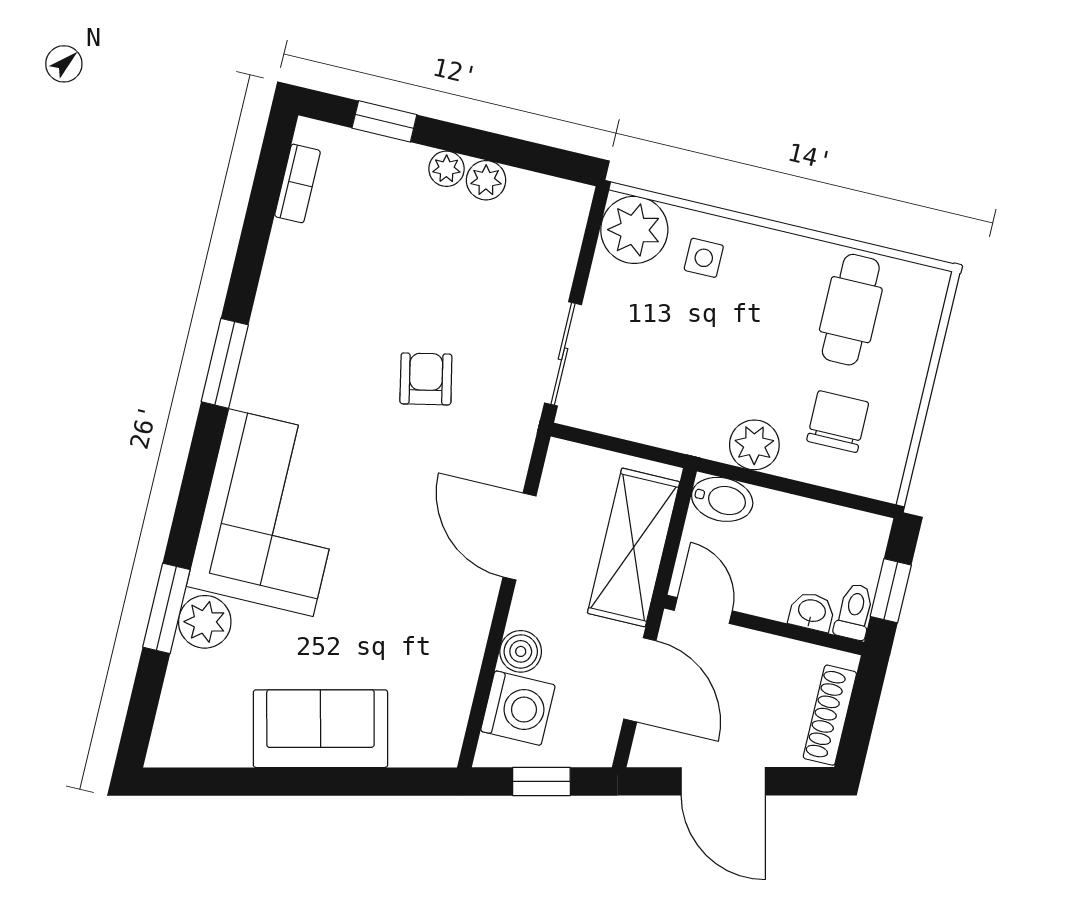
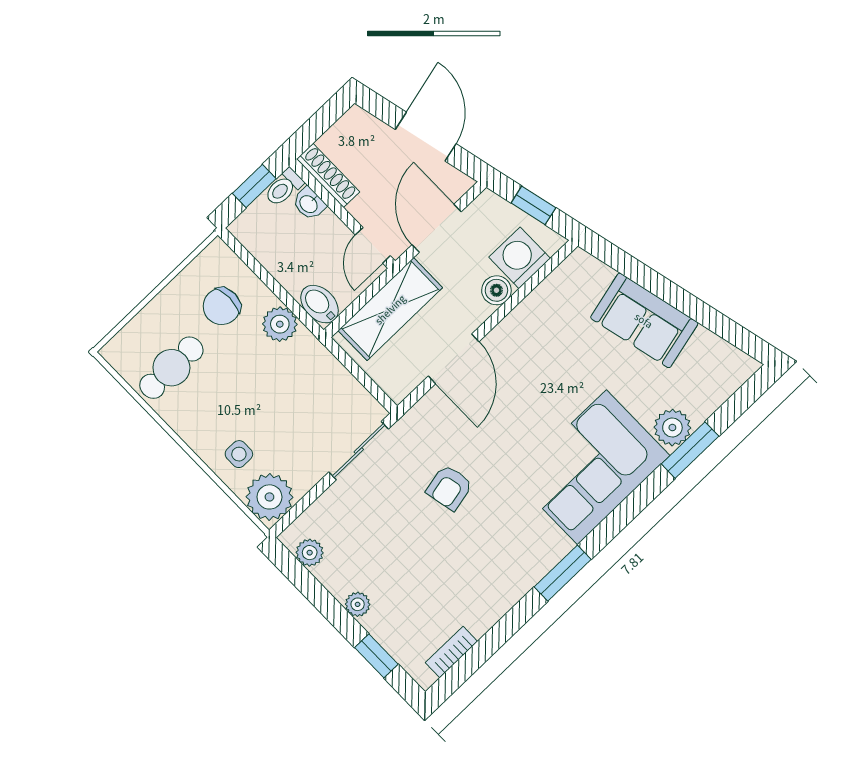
plant: (486, 180) -> (310, 553), moved
shoe rack: (830, 715) -> (328, 175), moved, turned -90

